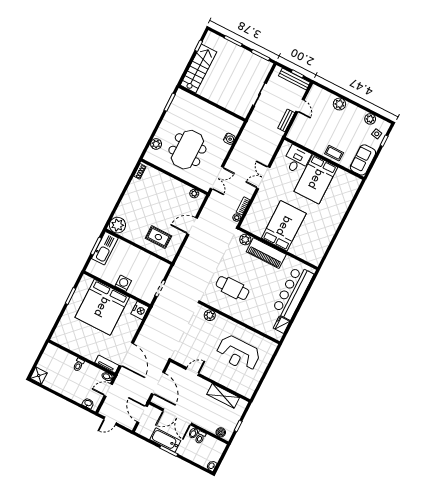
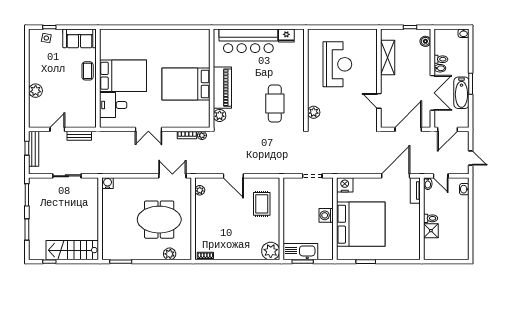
plant: (370, 119) -> (35, 52), removed
water cooler: (229, 139) -> (108, 183), moved
shower: (39, 376) -> (431, 231), moved

